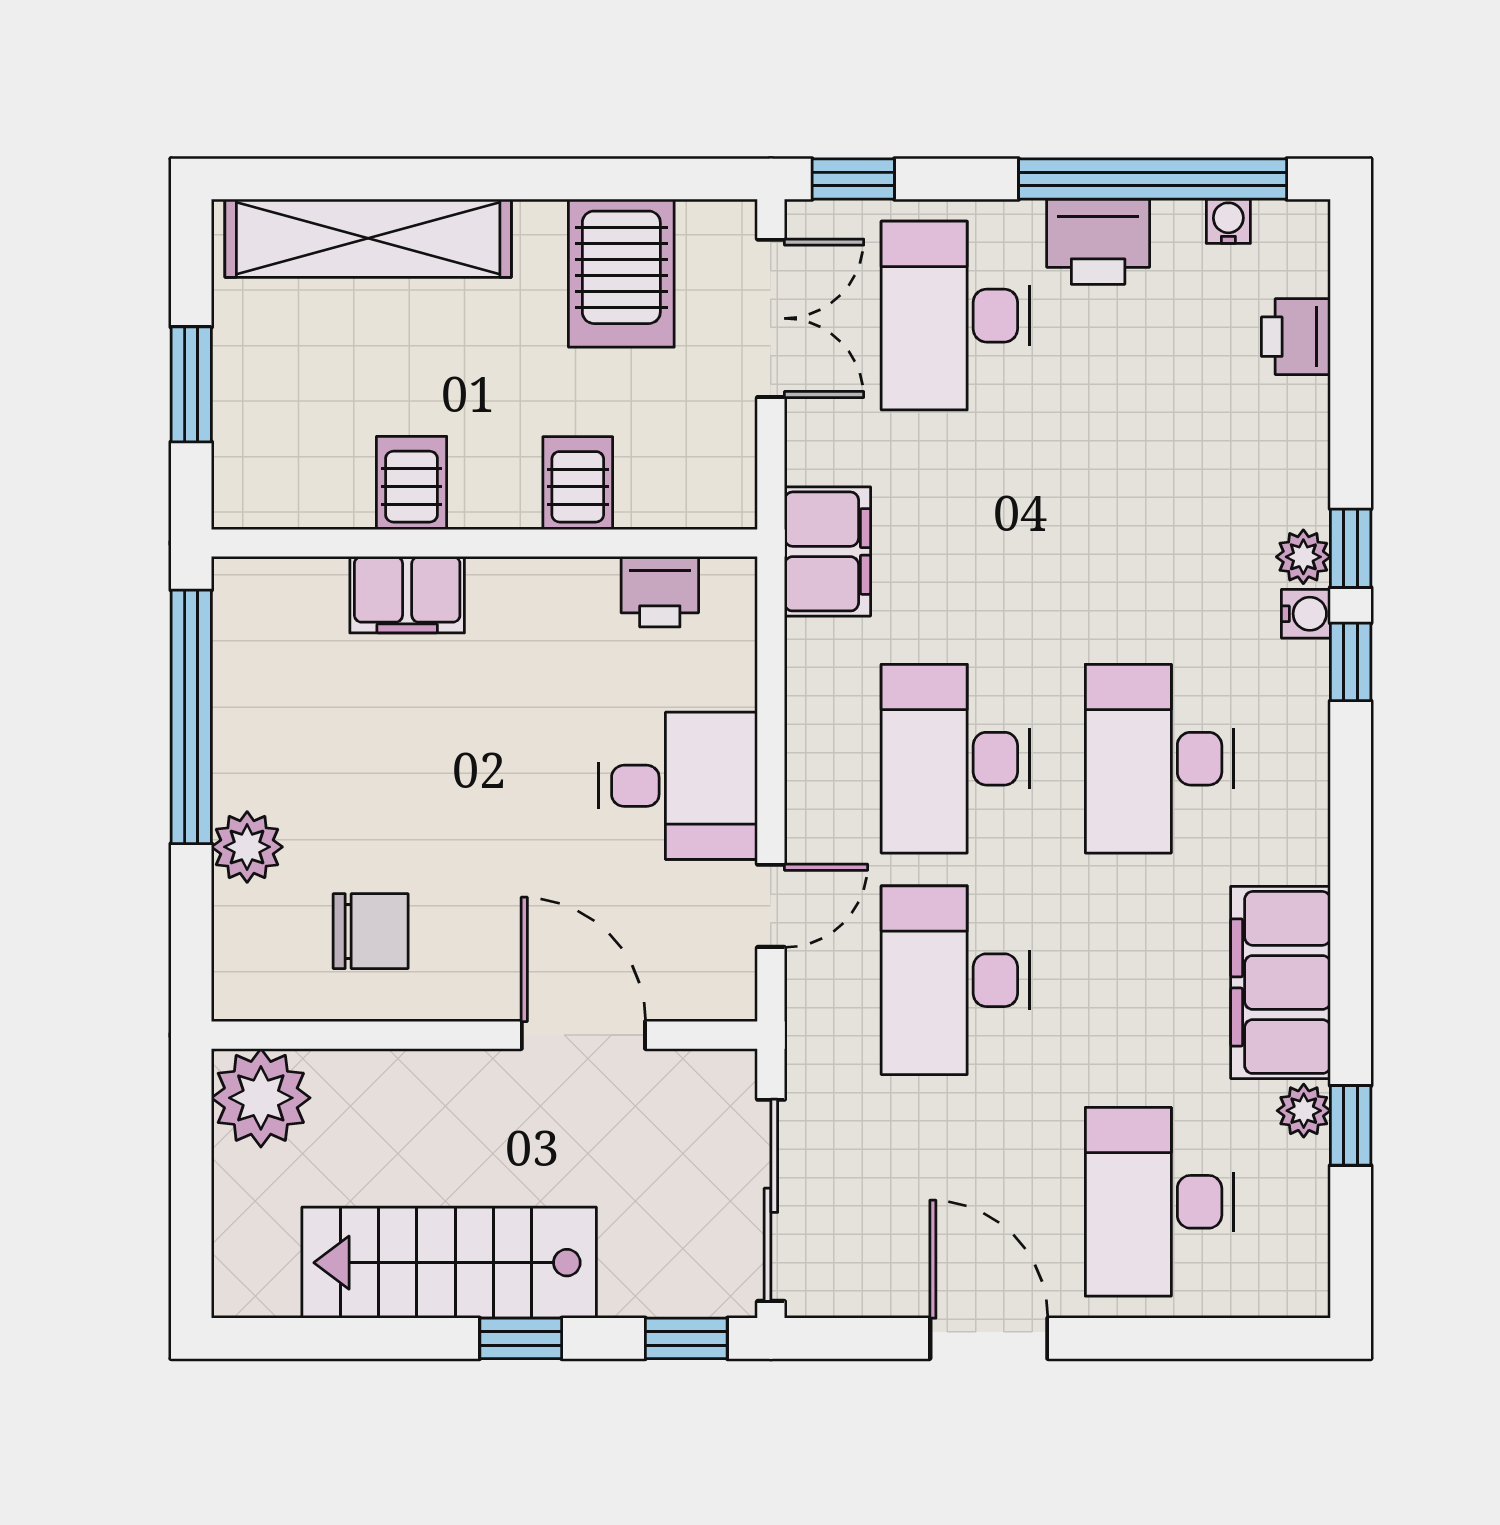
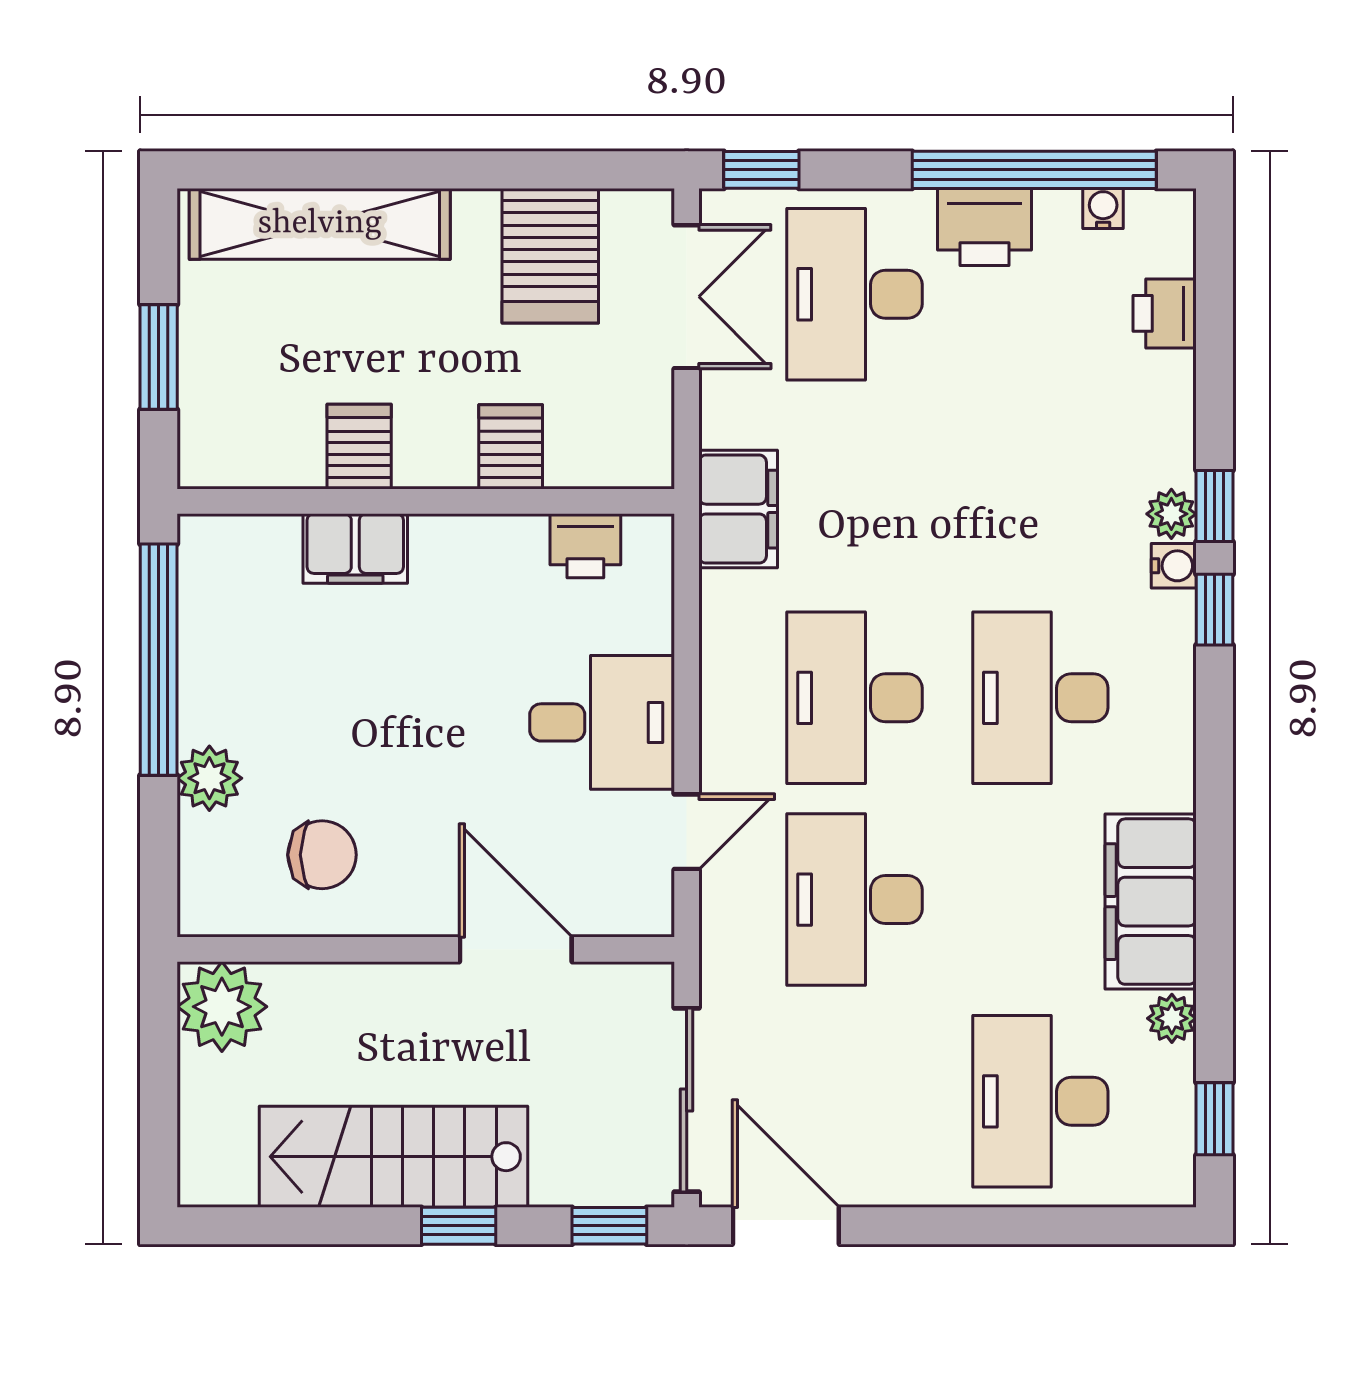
window: (1351, 1125) -> (1214, 1119), moved
door: (989, 1338) -> (786, 1226), moved

